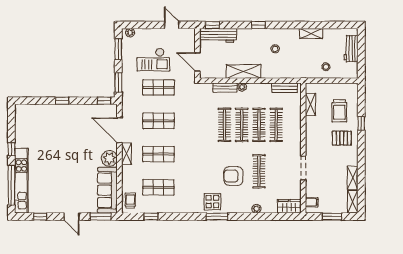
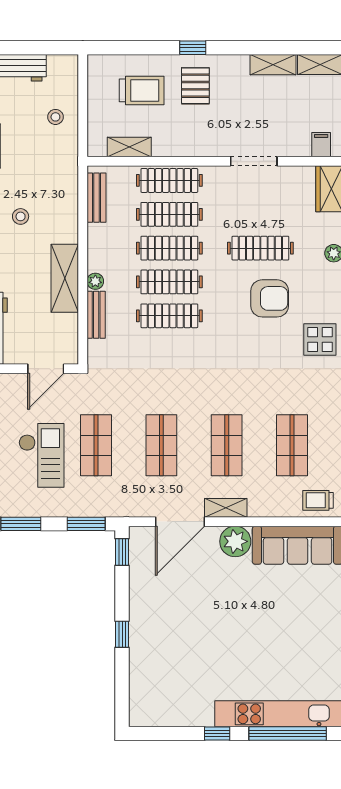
window: (361, 123) -> (193, 48), moved
clothes rail: (293, 125) -> (169, 180), added
armchair: (233, 176) -> (270, 298), turned -90

